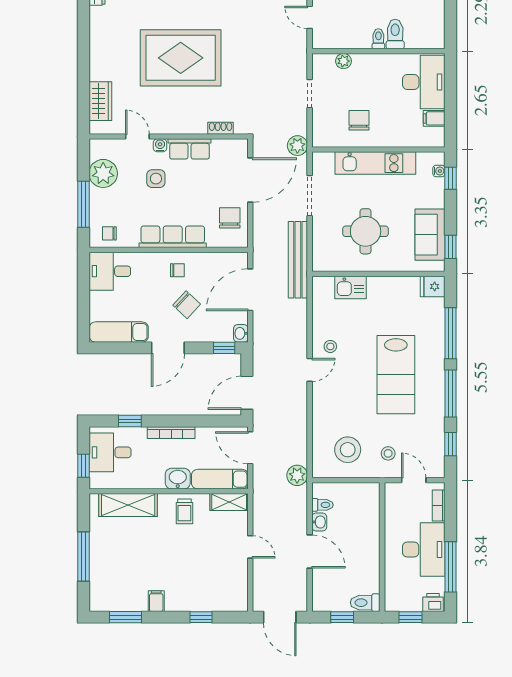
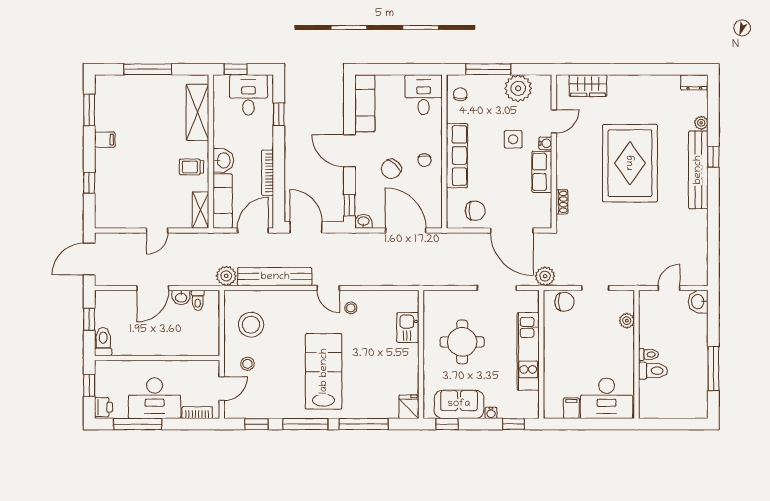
chair: (359, 120) -> (564, 302), moved
water cooler: (439, 171) -> (491, 413), moved
bench: (298, 260) -> (275, 277), moved
lab bench: (396, 375) -> (324, 371), turned 90
bookcase: (171, 433) -> (268, 173), moved

